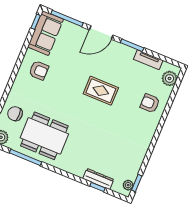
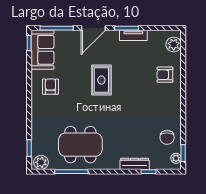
tv unit: (148, 60) -> (133, 35), moved
armchair: (39, 70) -> (50, 87), turned -90
rug: (101, 91) -> (101, 80), moved, turned 90
chair: (15, 114) -> (167, 137), moved, turned -90
dresser: (98, 179) -> (135, 164), moved

